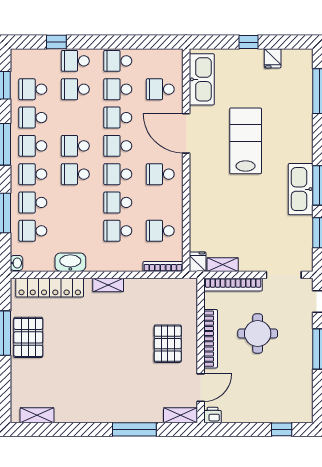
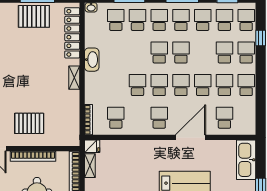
kitchen sink: (202, 79) -> (246, 160), moved, turned 90
school desk: (118, 231) -> (246, 20), moved
washbasin: (70, 262) -> (92, 60), moved

